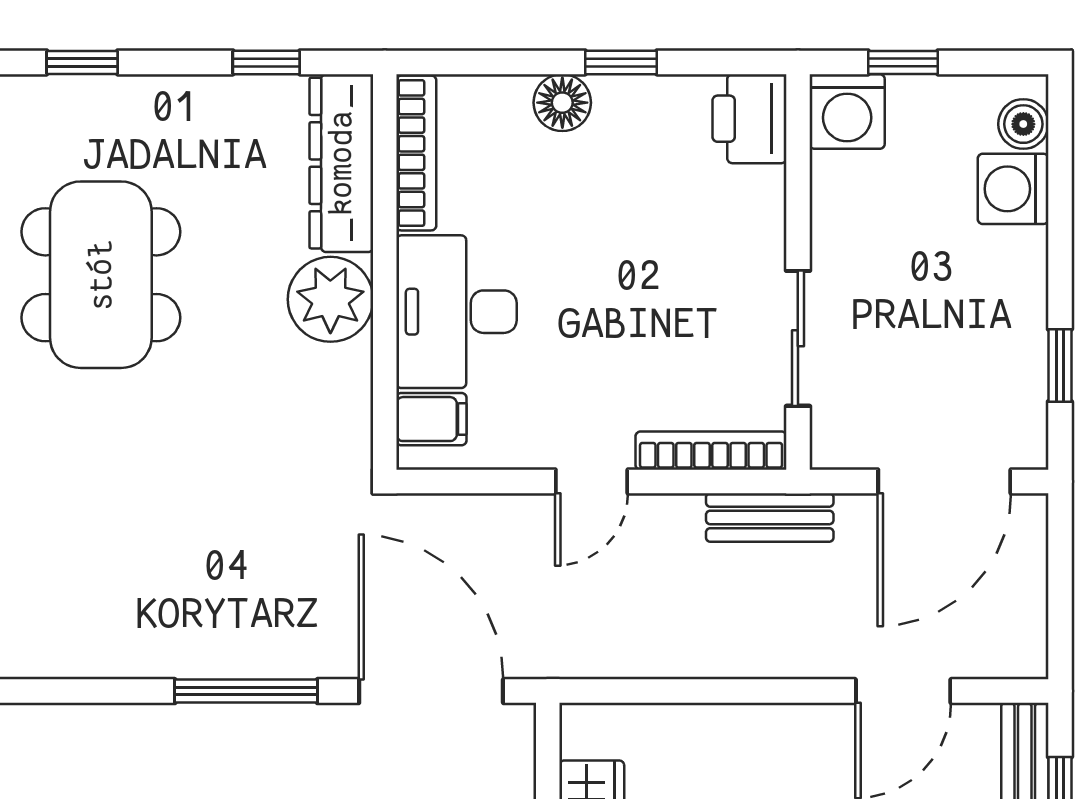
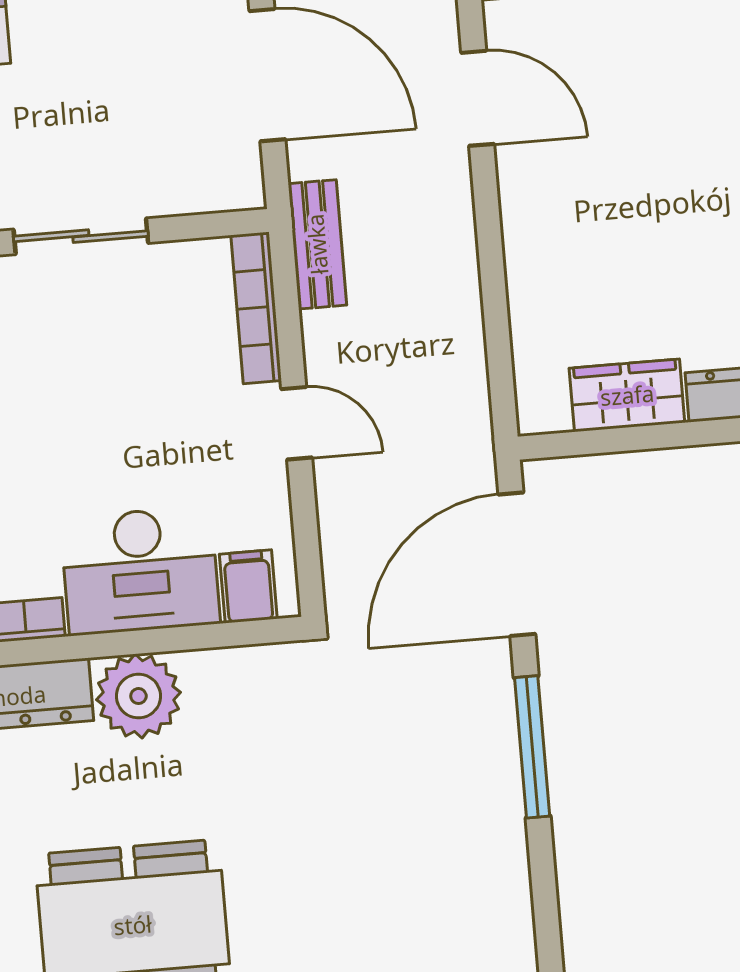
sliding door: (798, 338) -> (81, 236), moved

